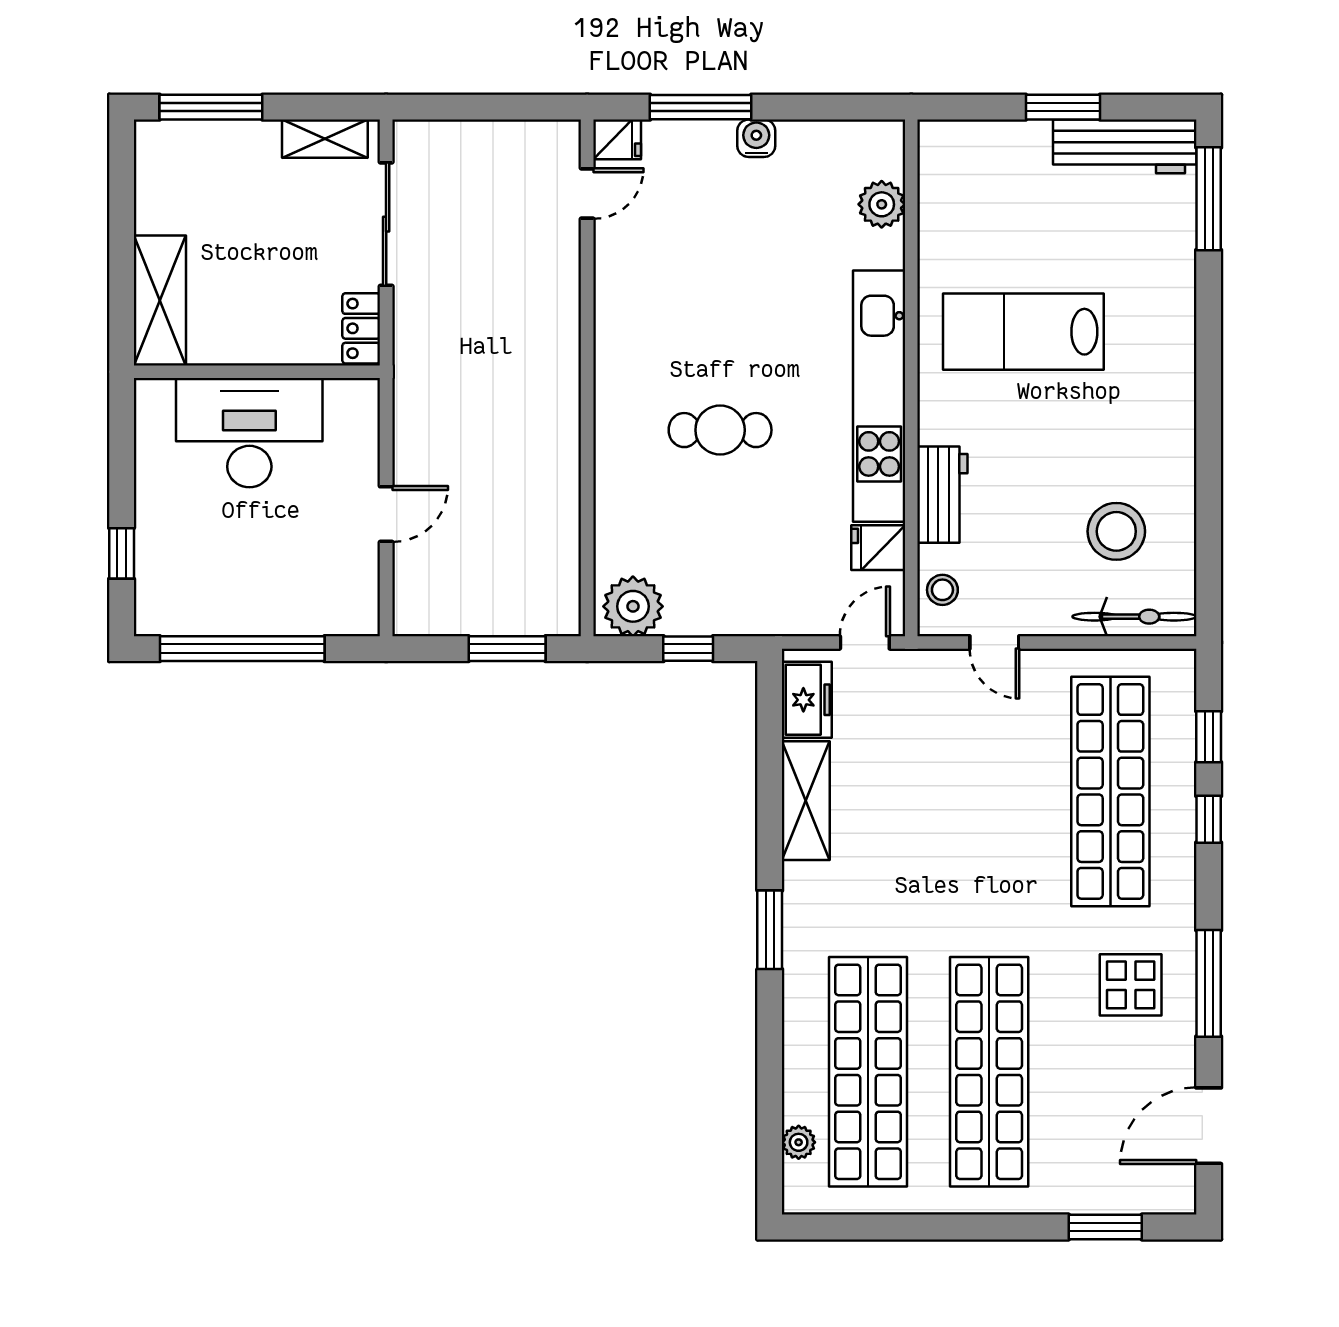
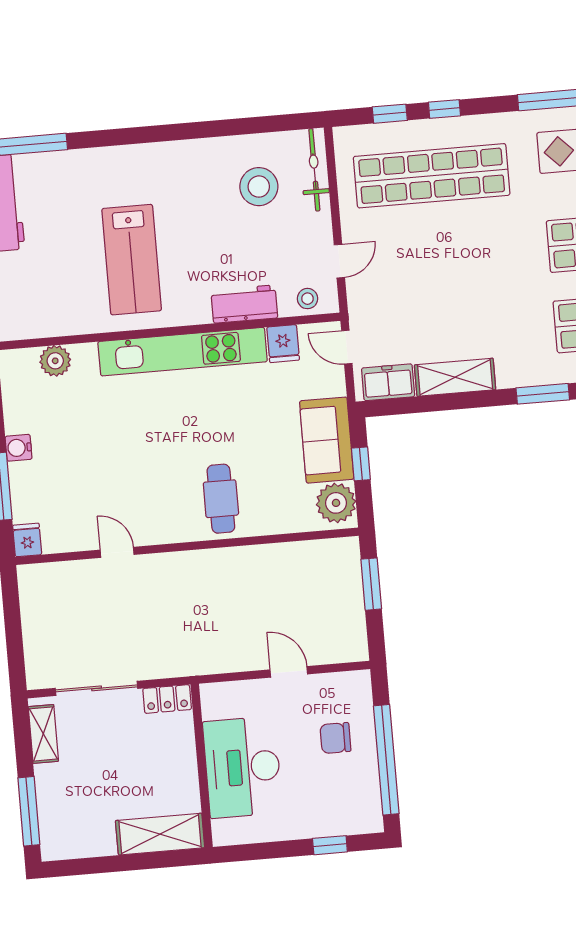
door: (587, 194) -> (117, 552), moved
cafe table: (720, 430) -> (221, 499), moved
chair: (281, 575) -> (335, 738), added
sofa: (728, 600) -> (327, 440), added

